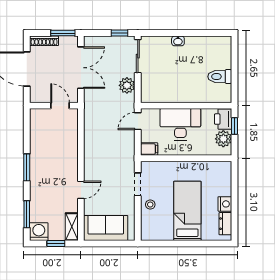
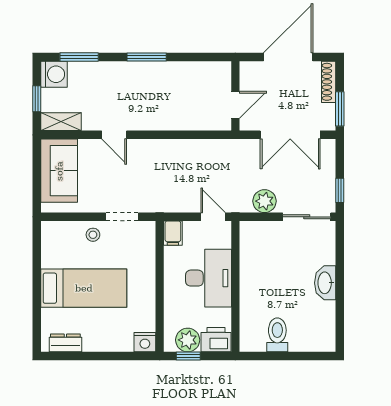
washbasin: (178, 41) -> (325, 283), width x1.91, depth x1.45
window: (234, 126) -> (188, 356), moved
nightstand: (225, 204) -> (145, 342), moved

